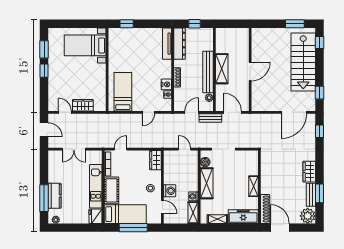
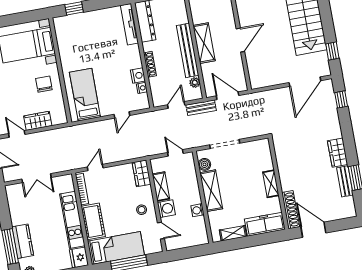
chair: (93, 78) -> (44, 84), added
shelving: (193, 213) -> (161, 187), moved
plant: (308, 216) -> (346, 209), removed

